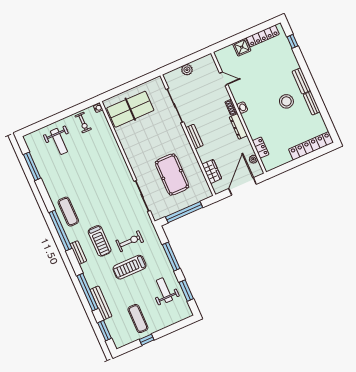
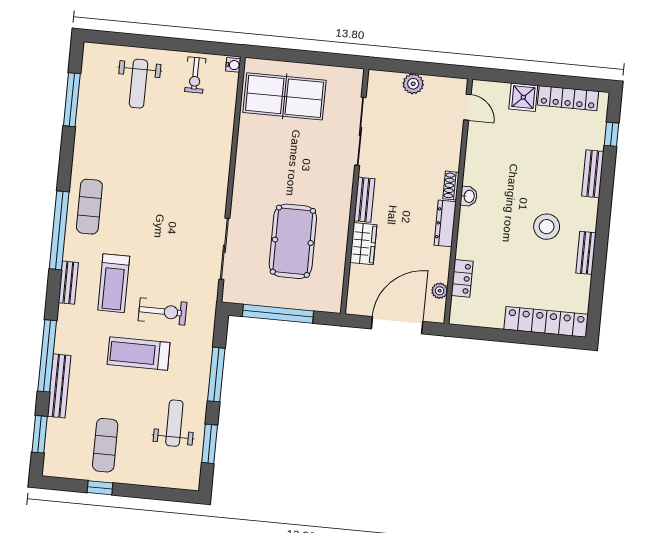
door: (224, 79) -> (467, 107), moved
bench: (301, 81) -> (593, 174), moved
wardrobe: (212, 171) -> (363, 244), moved

